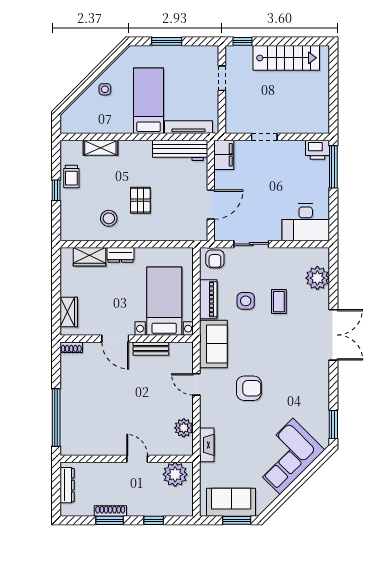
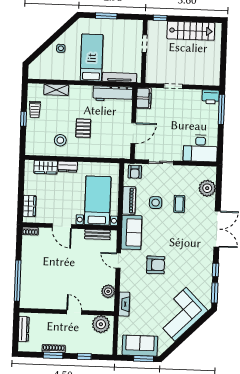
bench: (151, 349) -> (97, 234), moved
window: (333, 392) -> (216, 270), added

